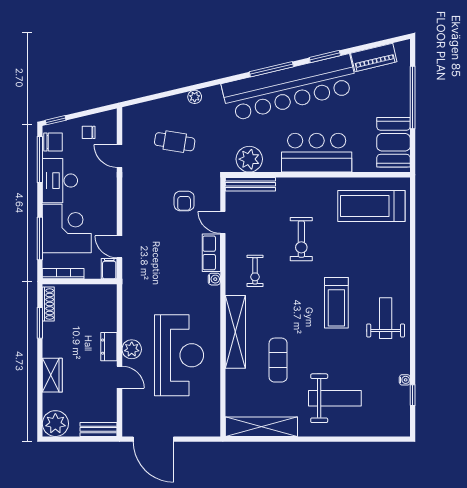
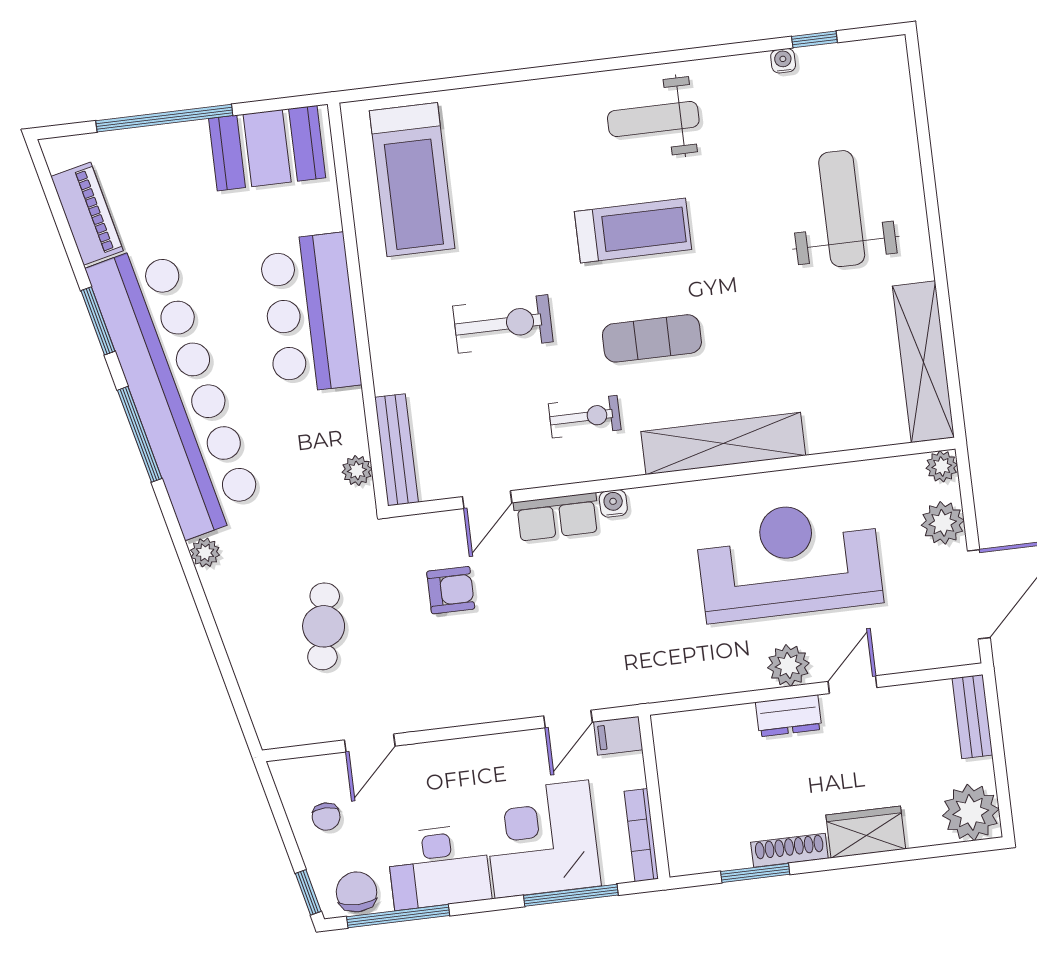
plant: (195, 97) -> (205, 553), moved
plant: (249, 159) -> (357, 470), width x0.53, depth x0.53
shoe rack: (48, 304) -> (789, 850), moved
exercise mat: (278, 360) -> (652, 338), moved
plant: (188, 427) -> (943, 523), added
plant: (213, 429) -> (942, 466), added

